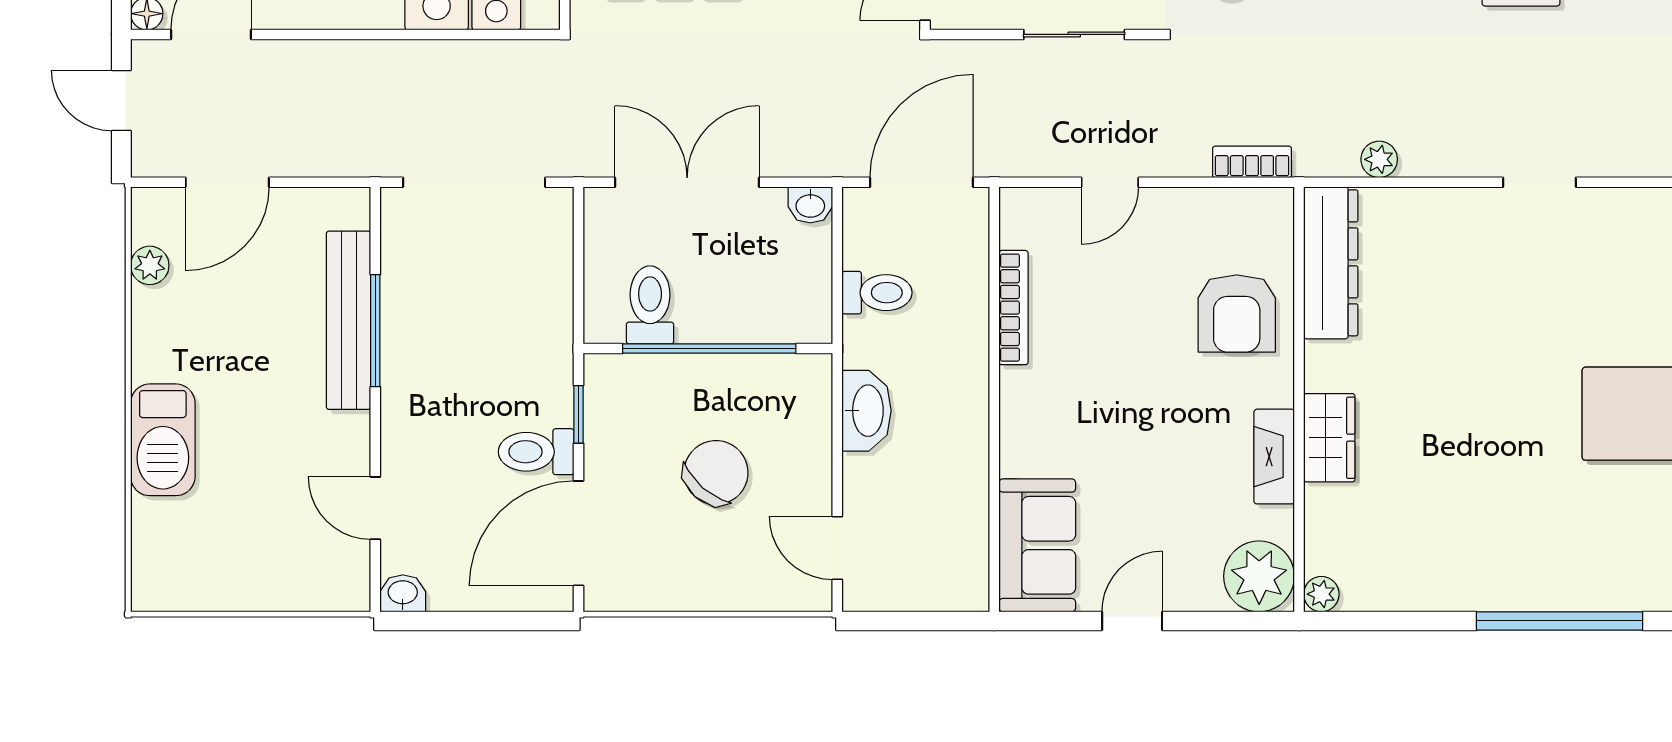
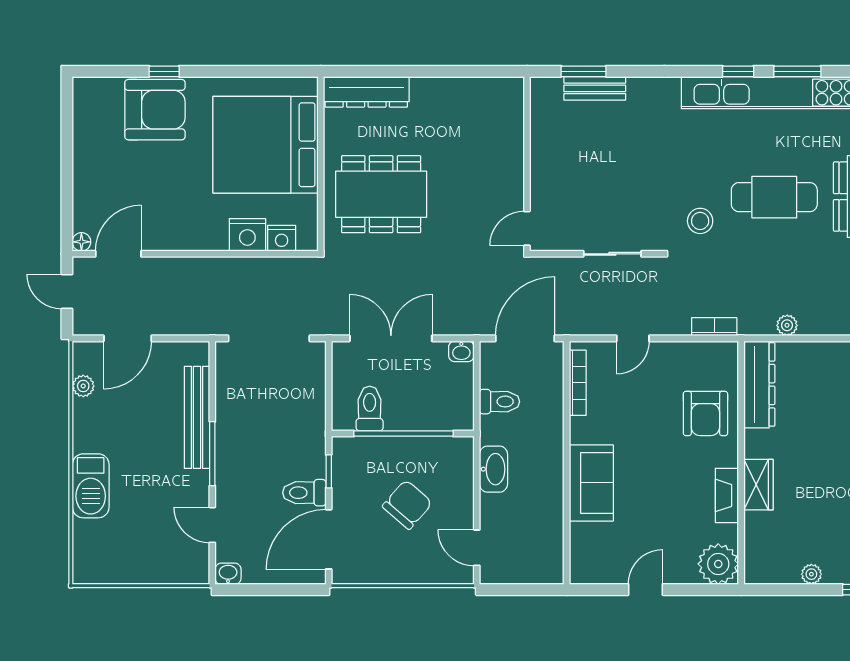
bookcase: (1013, 308) -> (578, 383), moved
window: (375, 331) -> (212, 454), moved
sofa: (1037, 545) -> (591, 483), moved
plant: (1321, 594) -> (811, 574), moved

